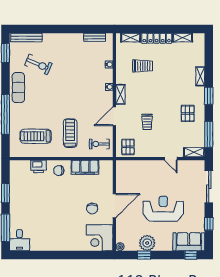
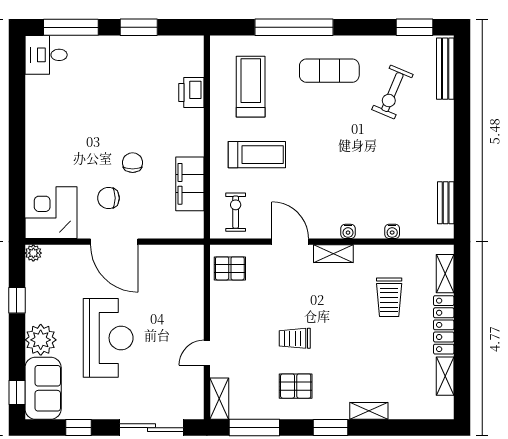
exercise mat: (18, 88) -> (329, 71), moved
trolley: (147, 122) -> (295, 338), moved
chair: (59, 171) -> (133, 163), moved
plant: (147, 243) -> (41, 340), moved

